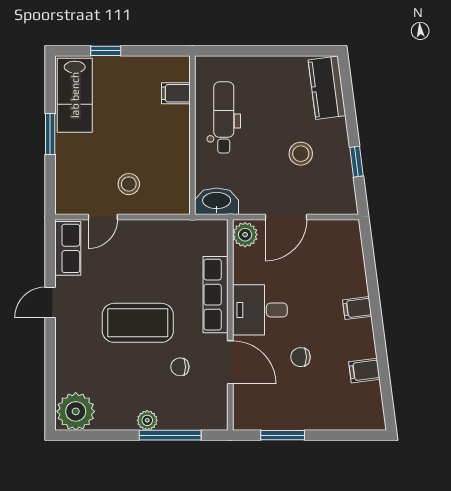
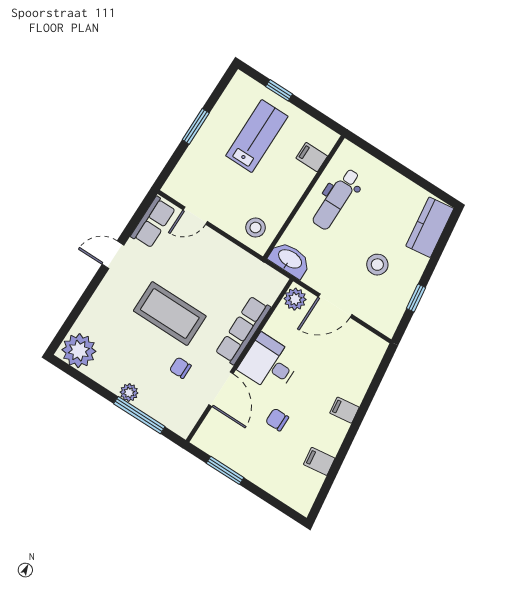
lab bench: (75, 95) -> (257, 136), moved, turned 180
dental chair: (224, 117) -> (336, 199), turned 180
stool: (129, 184) -> (256, 228), moved

